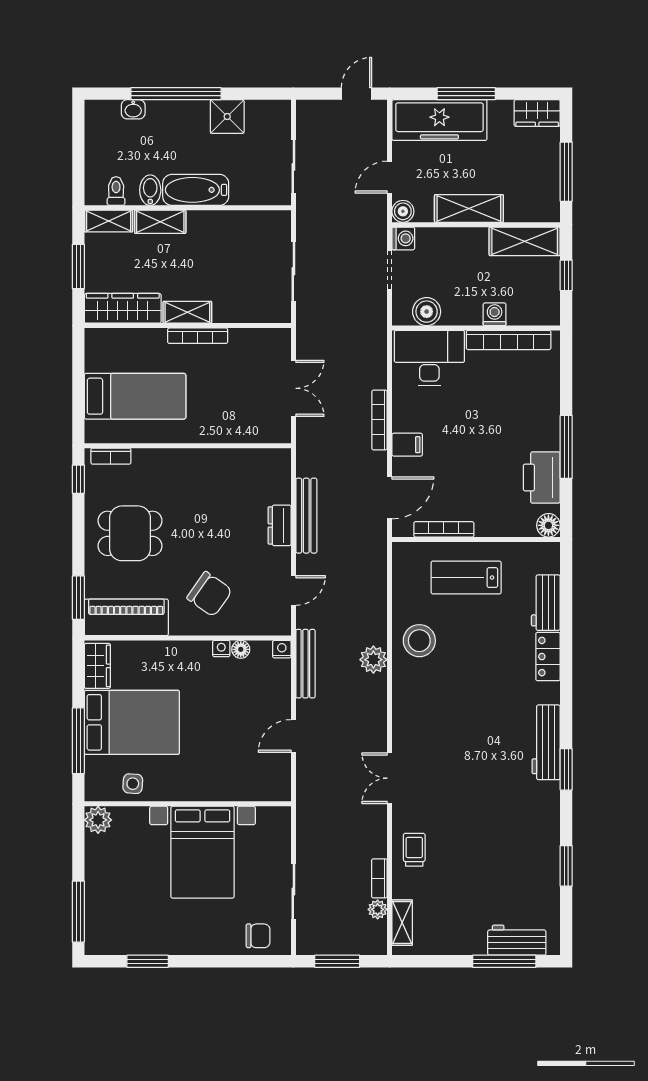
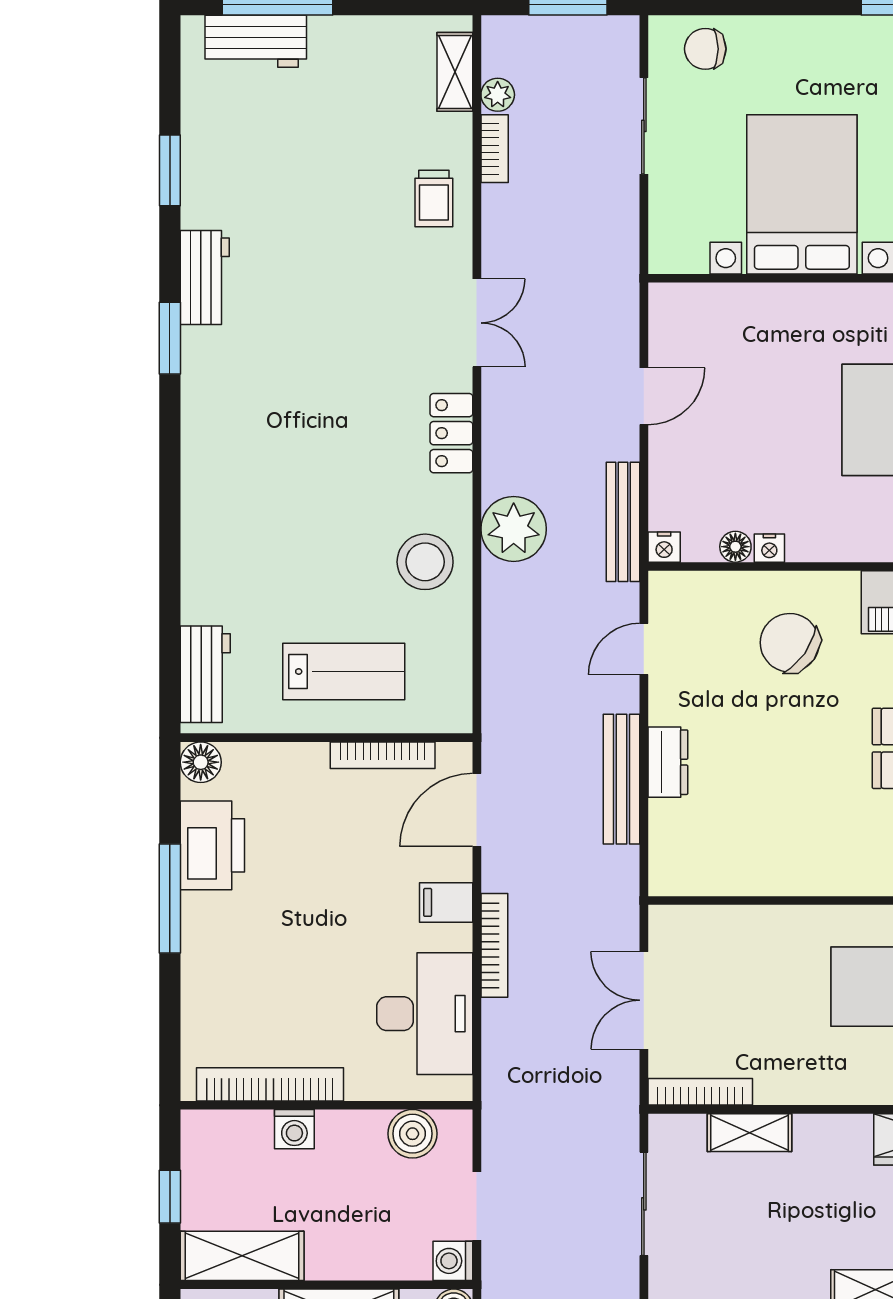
shelving: (187, 312) -> (749, 1133), moved
bookcase: (198, 336) -> (700, 1092), moved
desk: (429, 358) -> (425, 1014), moved, turned -90
workbench: (546, 603) -> (205, 674), moved
locker: (548, 657) -> (451, 433), moved, turned 180
plant: (373, 660) -> (514, 529), width x1.36, depth x1.36
workbench: (546, 742) -> (205, 278), moved, width x0.73

